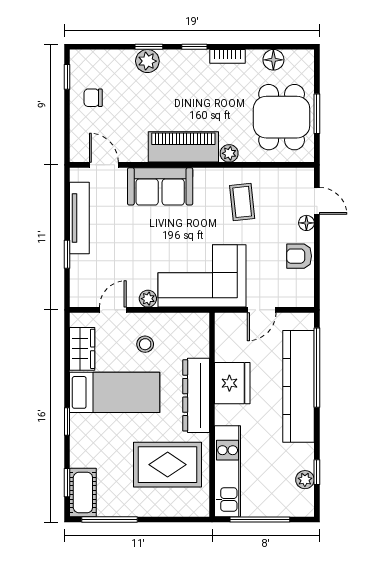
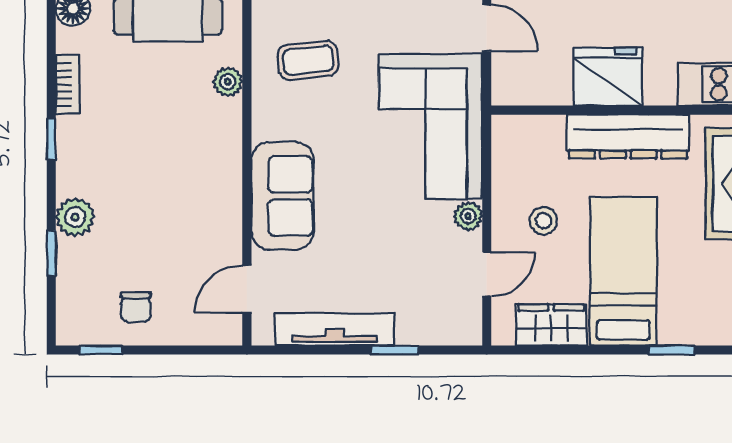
window: (149, 47) -> (51, 253), moved
piano: (183, 147) -> (217, 157), removed
door: (113, 310) -> (487, 274), swing flipped

